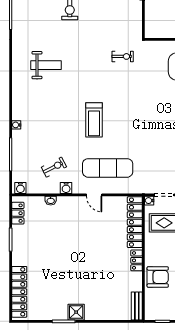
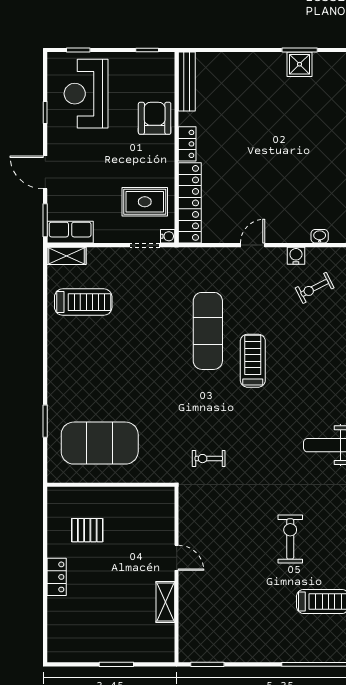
exercise mat: (108, 168) -> (208, 331), moved, turned 90
door: (94, 195) -> (253, 245), hinge flipped
armchair: (158, 277) -> (155, 118), turned 90
bench: (137, 306) -> (187, 81), width x1.36
shower: (76, 312) -> (300, 64), moved

